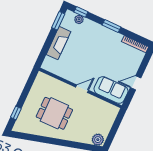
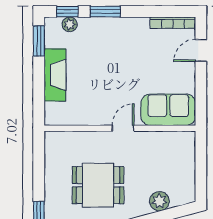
window: (112, 26) -> (105, 12), moved
door: (136, 83) -> (201, 50), moved
plant: (98, 140) -> (159, 201), moved

